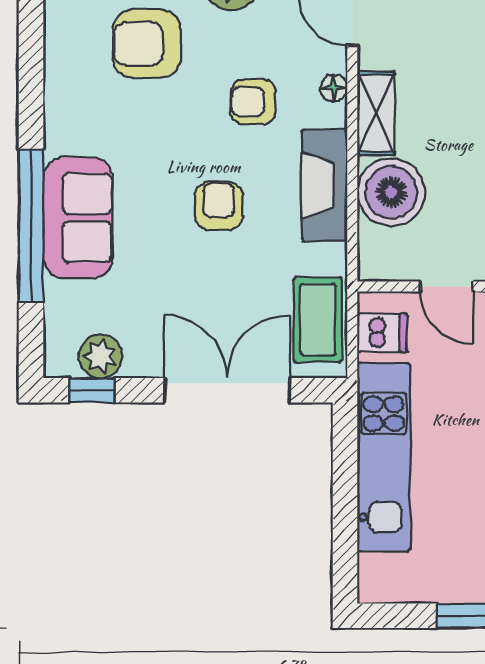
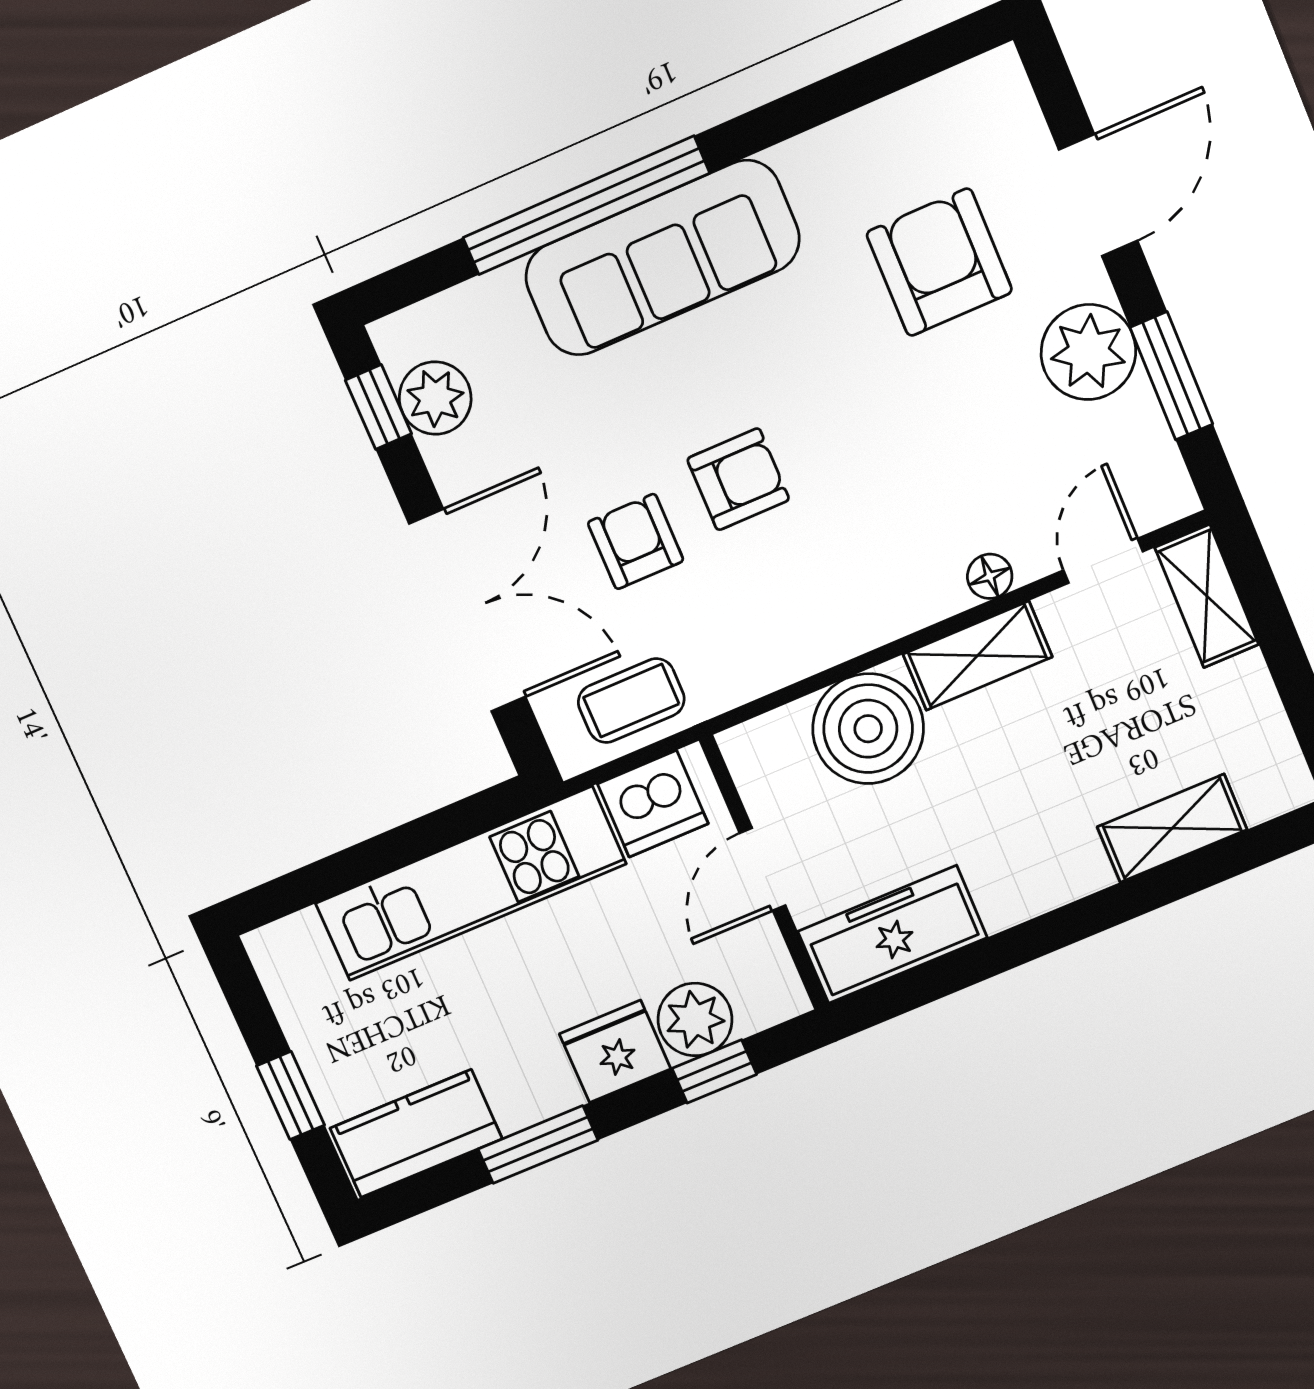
armchair: (253, 102) -> (636, 542), moved
fireplace: (325, 185) -> (837, 625), removed
sofa: (78, 218) -> (662, 258), width x1.36
coffee table: (318, 320) -> (631, 701), width x0.73, depth x0.77
dishwasher: (382, 333) -> (653, 804), width x1.38

